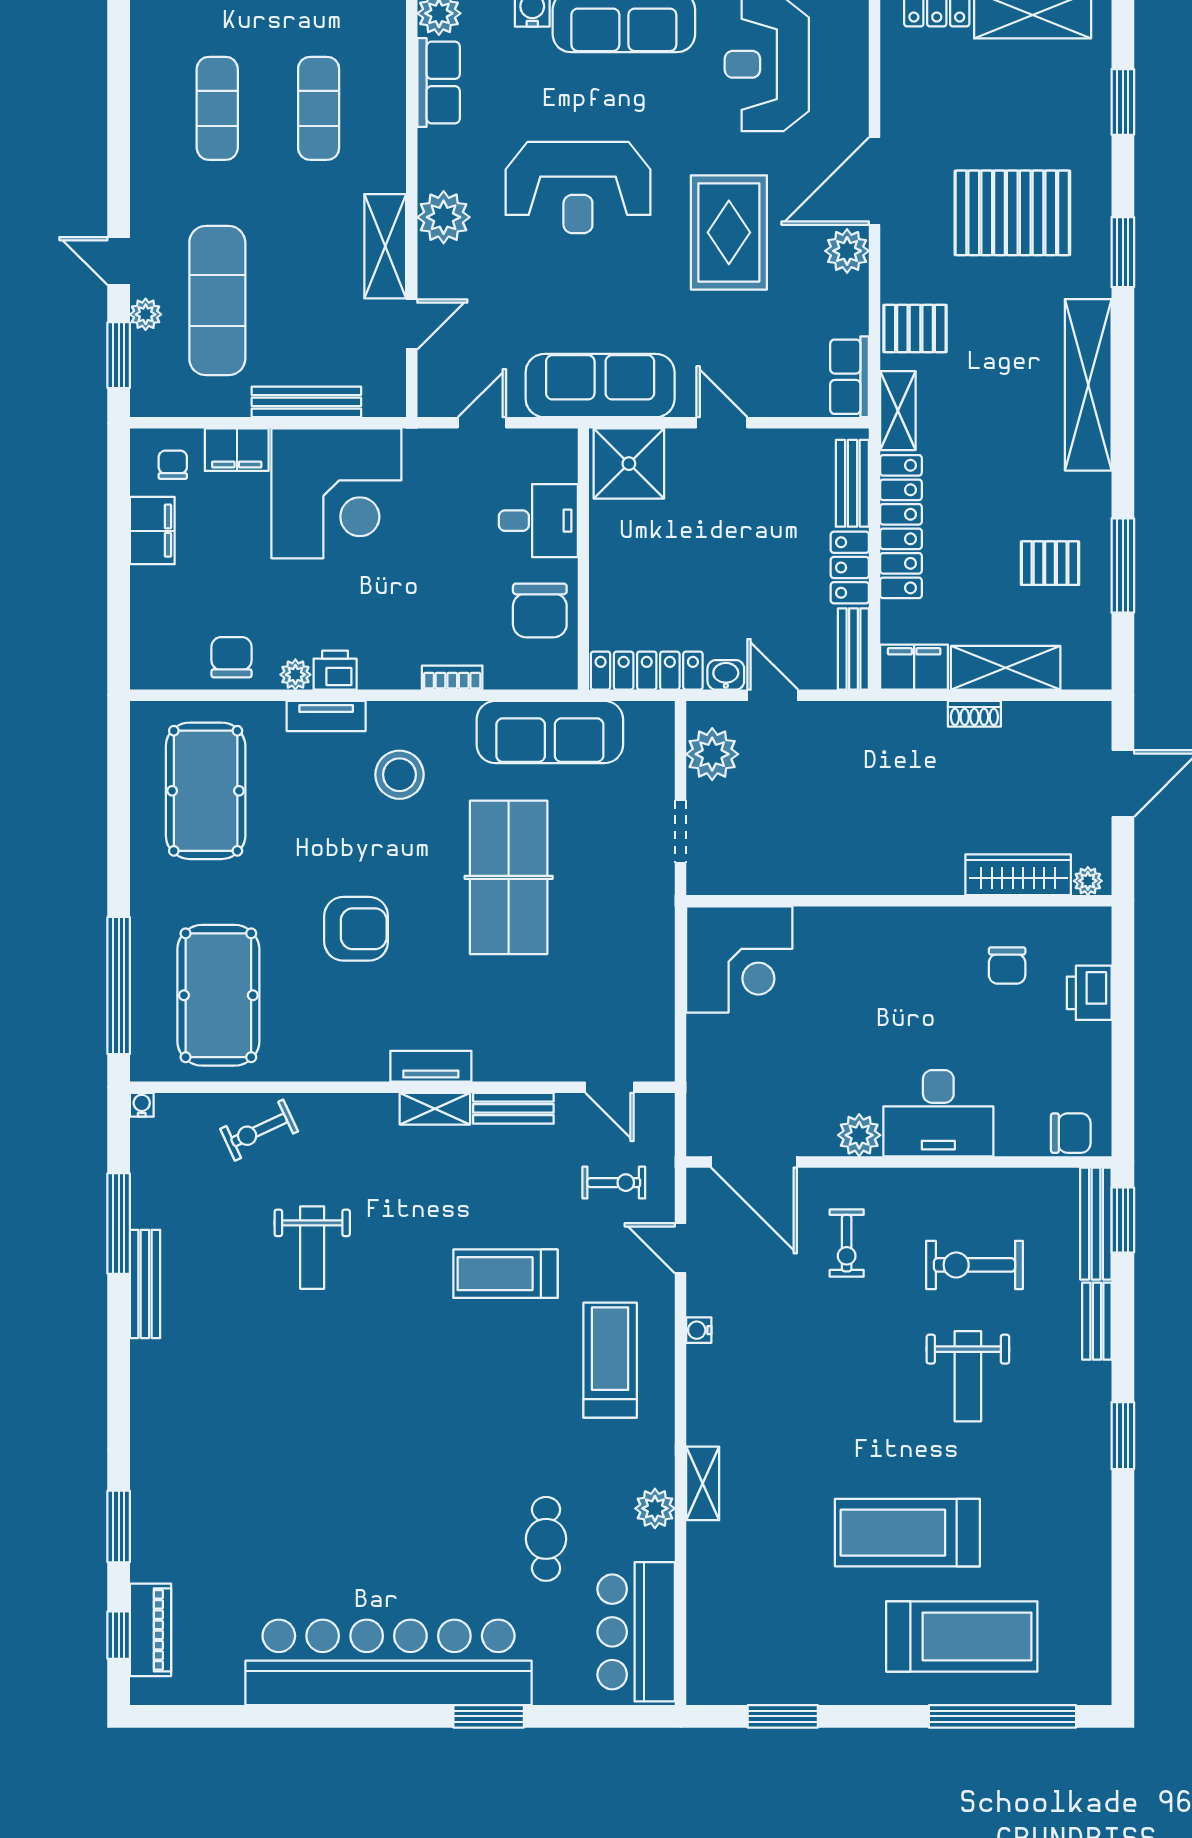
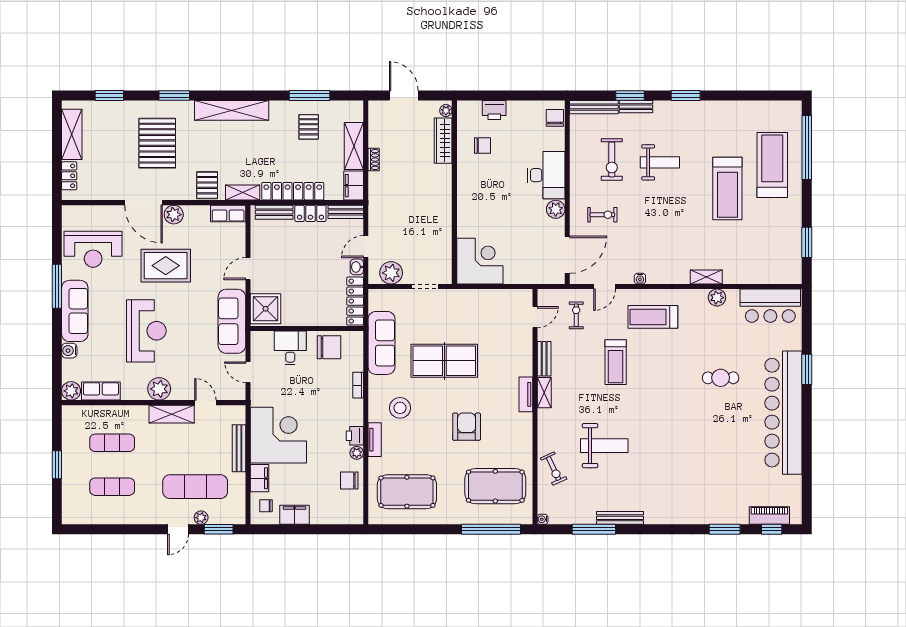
window: (1123, 1220) -> (630, 95), moved
weight bench: (312, 1248) -> (604, 446), width x1.36, depth x1.33
cafe table: (546, 1539) -> (721, 378), moved

